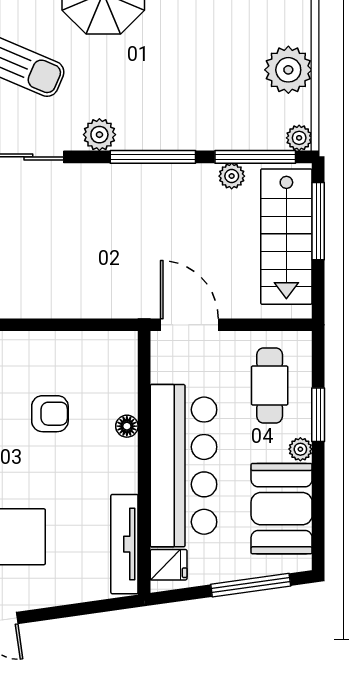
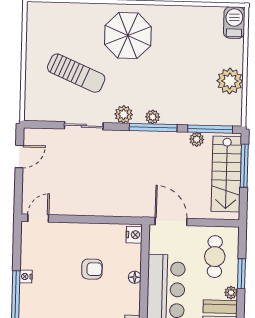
plant: (299, 138) -> (153, 117), moved
nightstand: (124, 350) -> (134, 235), added

